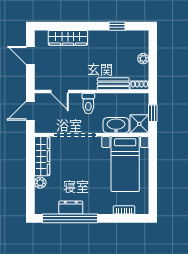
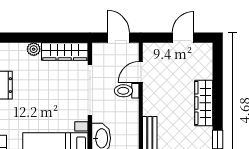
wardrobe: (68, 38) -> (204, 103), moved
toilet: (88, 104) -> (127, 91), moved

